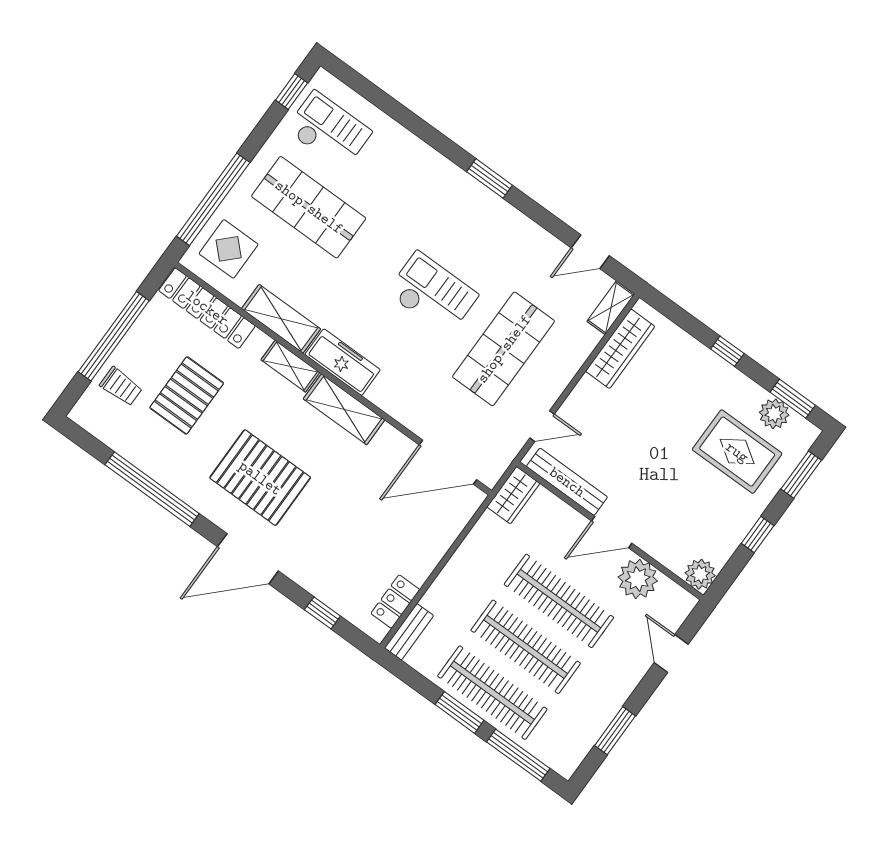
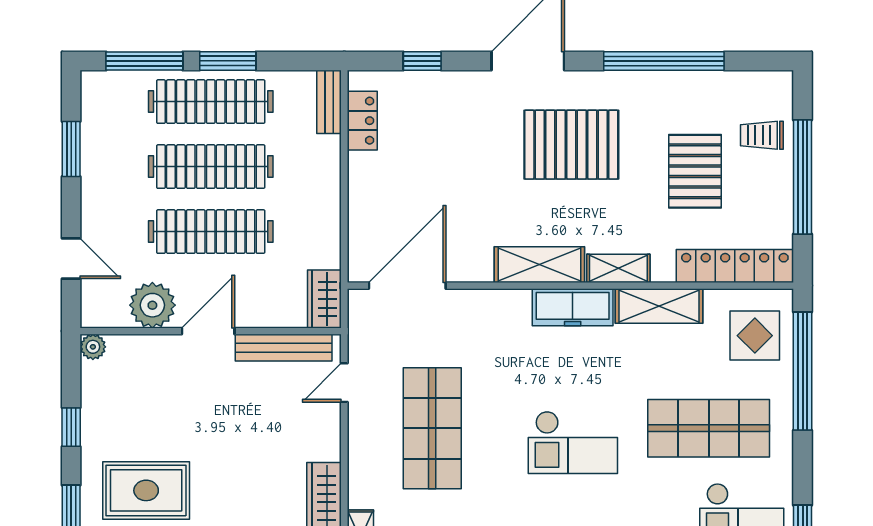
checkout: (432, 294) -> (573, 442), moved
plant: (700, 574) -> (93, 347), width x0.73, depth x0.73

